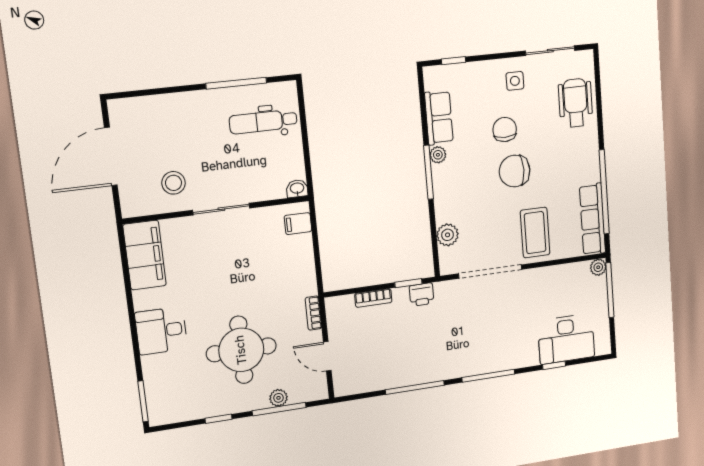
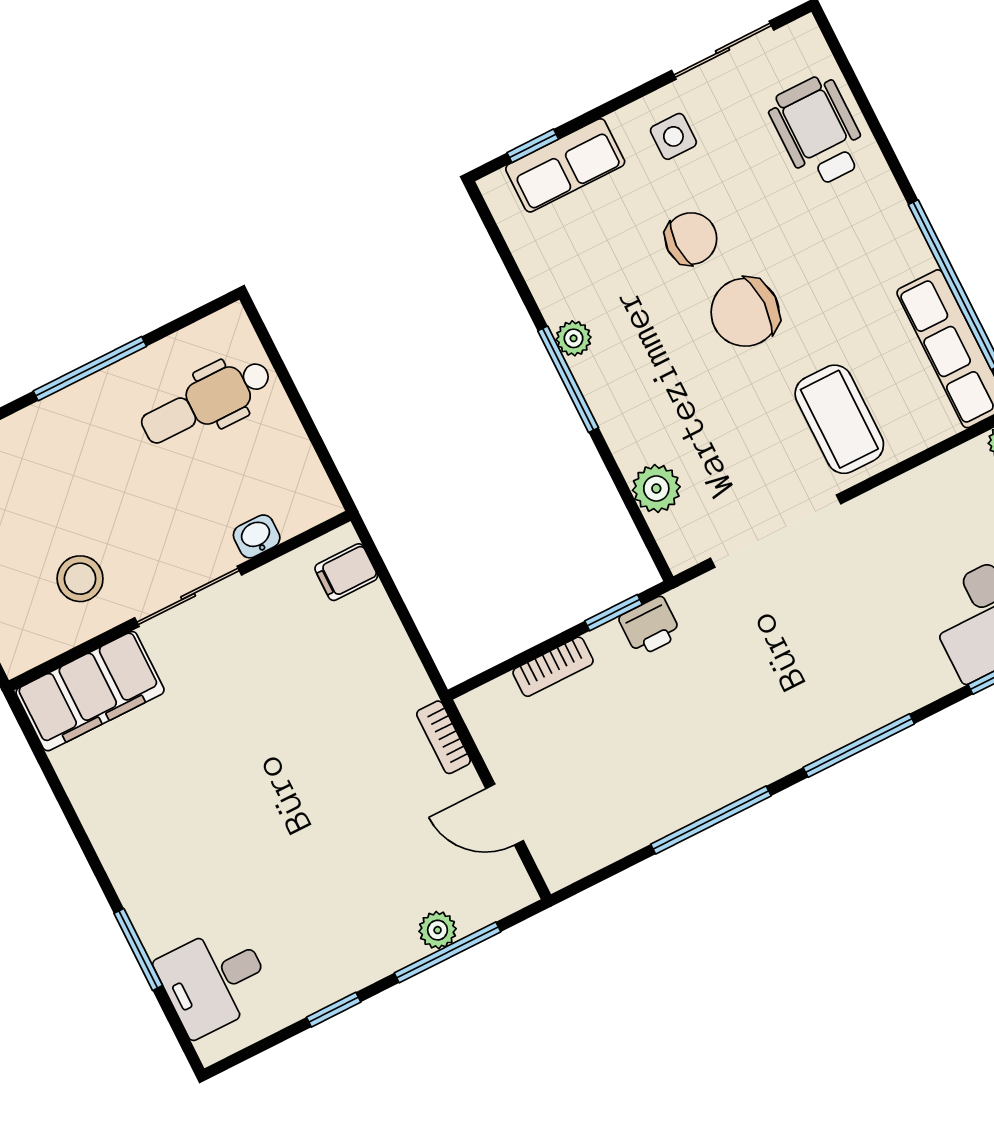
window: (236, 83) -> (90, 369), moved
row of seats: (439, 118) -> (565, 165), moved, turned 90
chair: (505, 129) -> (691, 239), turned 90
washbasin: (297, 189) -> (257, 536), moved
filing cabinet: (145, 255) -> (90, 691), moved, turned 90
desk: (161, 331) -> (214, 980), moved
round table: (241, 350) -> (328, 857), removed
window: (143, 401) -> (138, 949), moved

